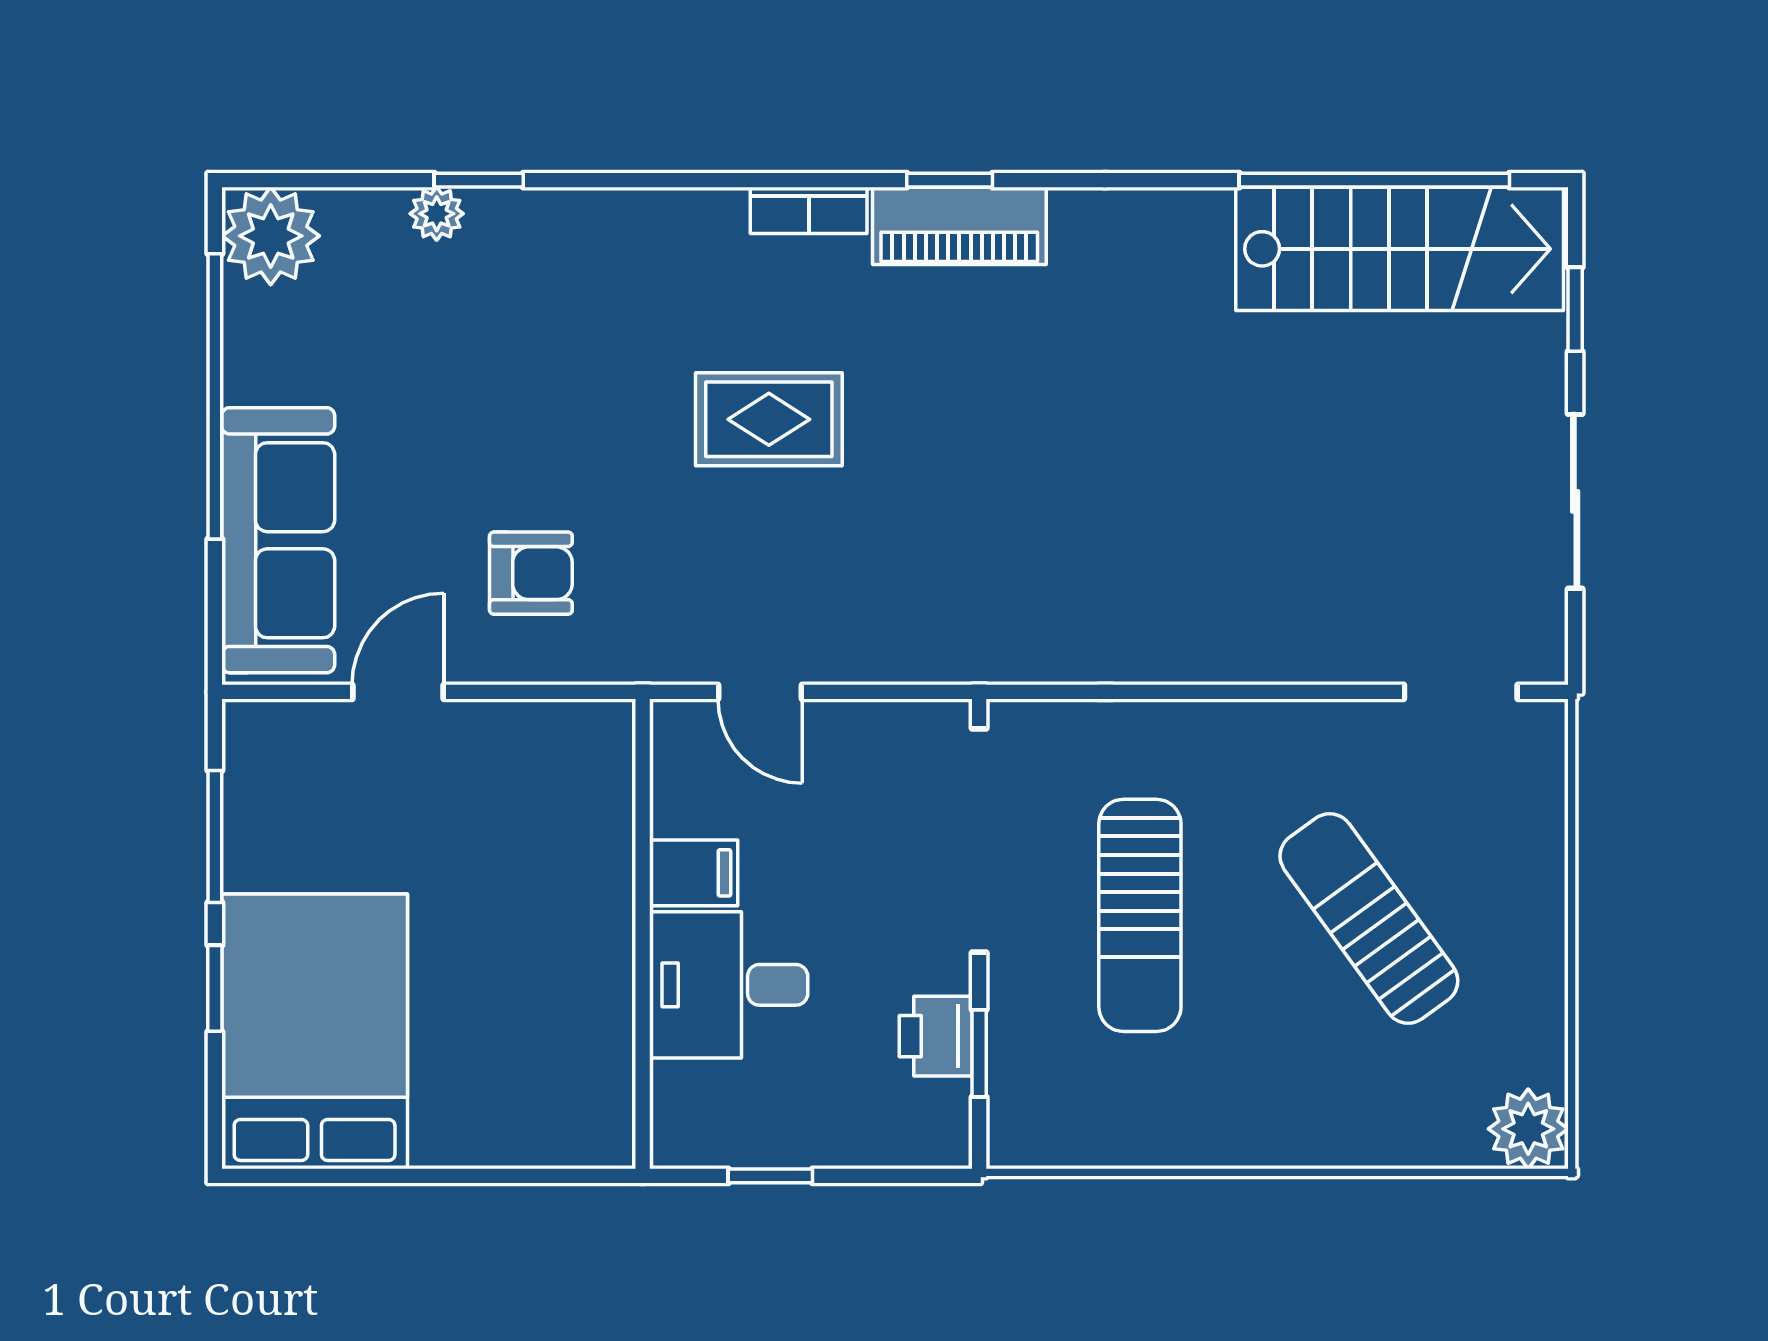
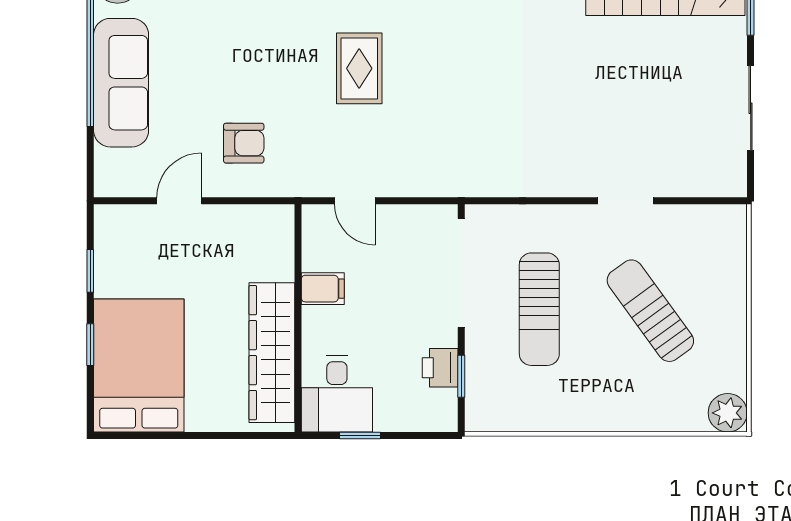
rug: (769, 419) -> (359, 68), turned 90
sofa: (278, 540) -> (121, 83), moved
doorway: (1461, 692) -> (626, 201), moved
window: (215, 836) -> (90, 271), width x0.67
desk: (729, 985) -> (337, 394), moved, turned -90
wardrobe: (589, 1005) -> (272, 353), added

